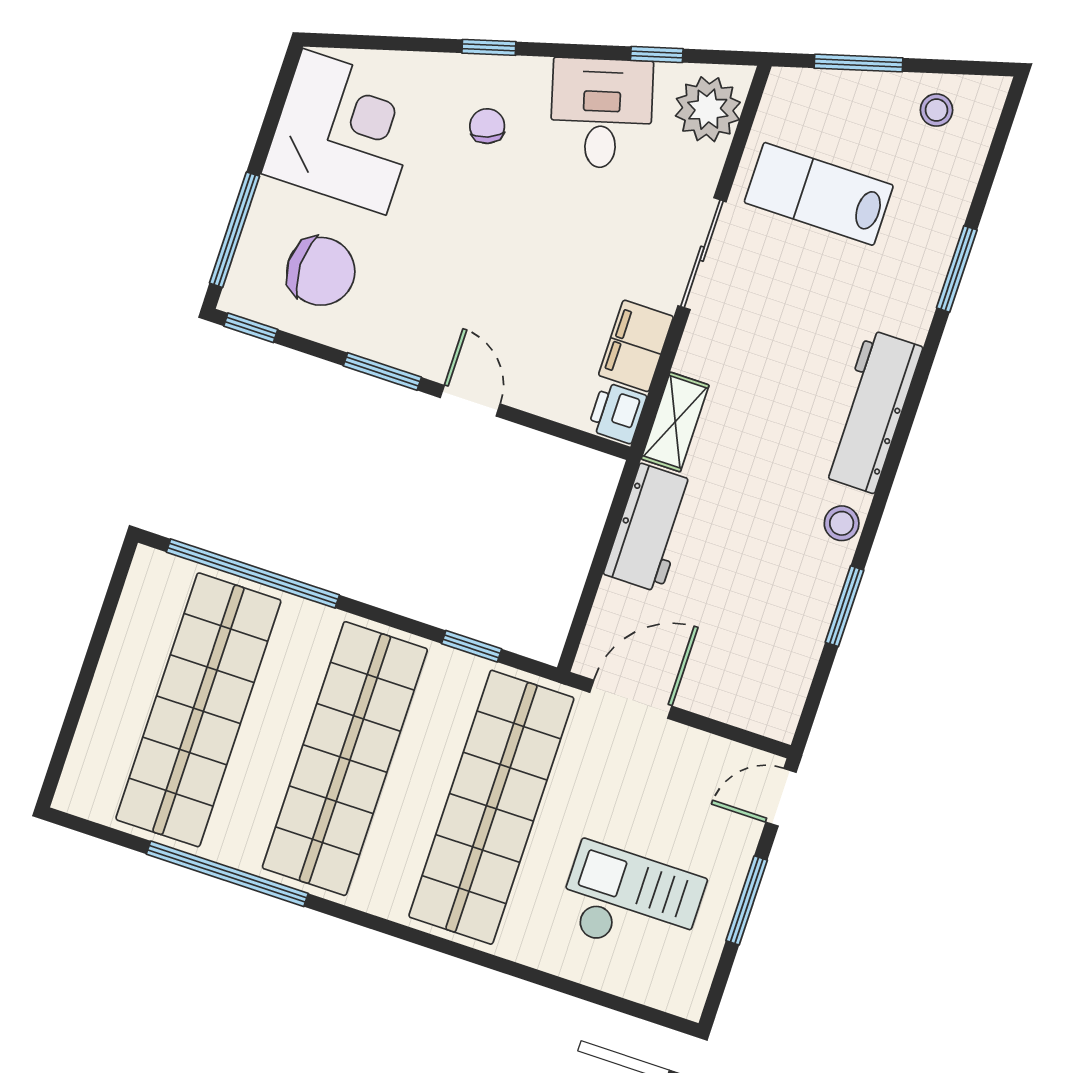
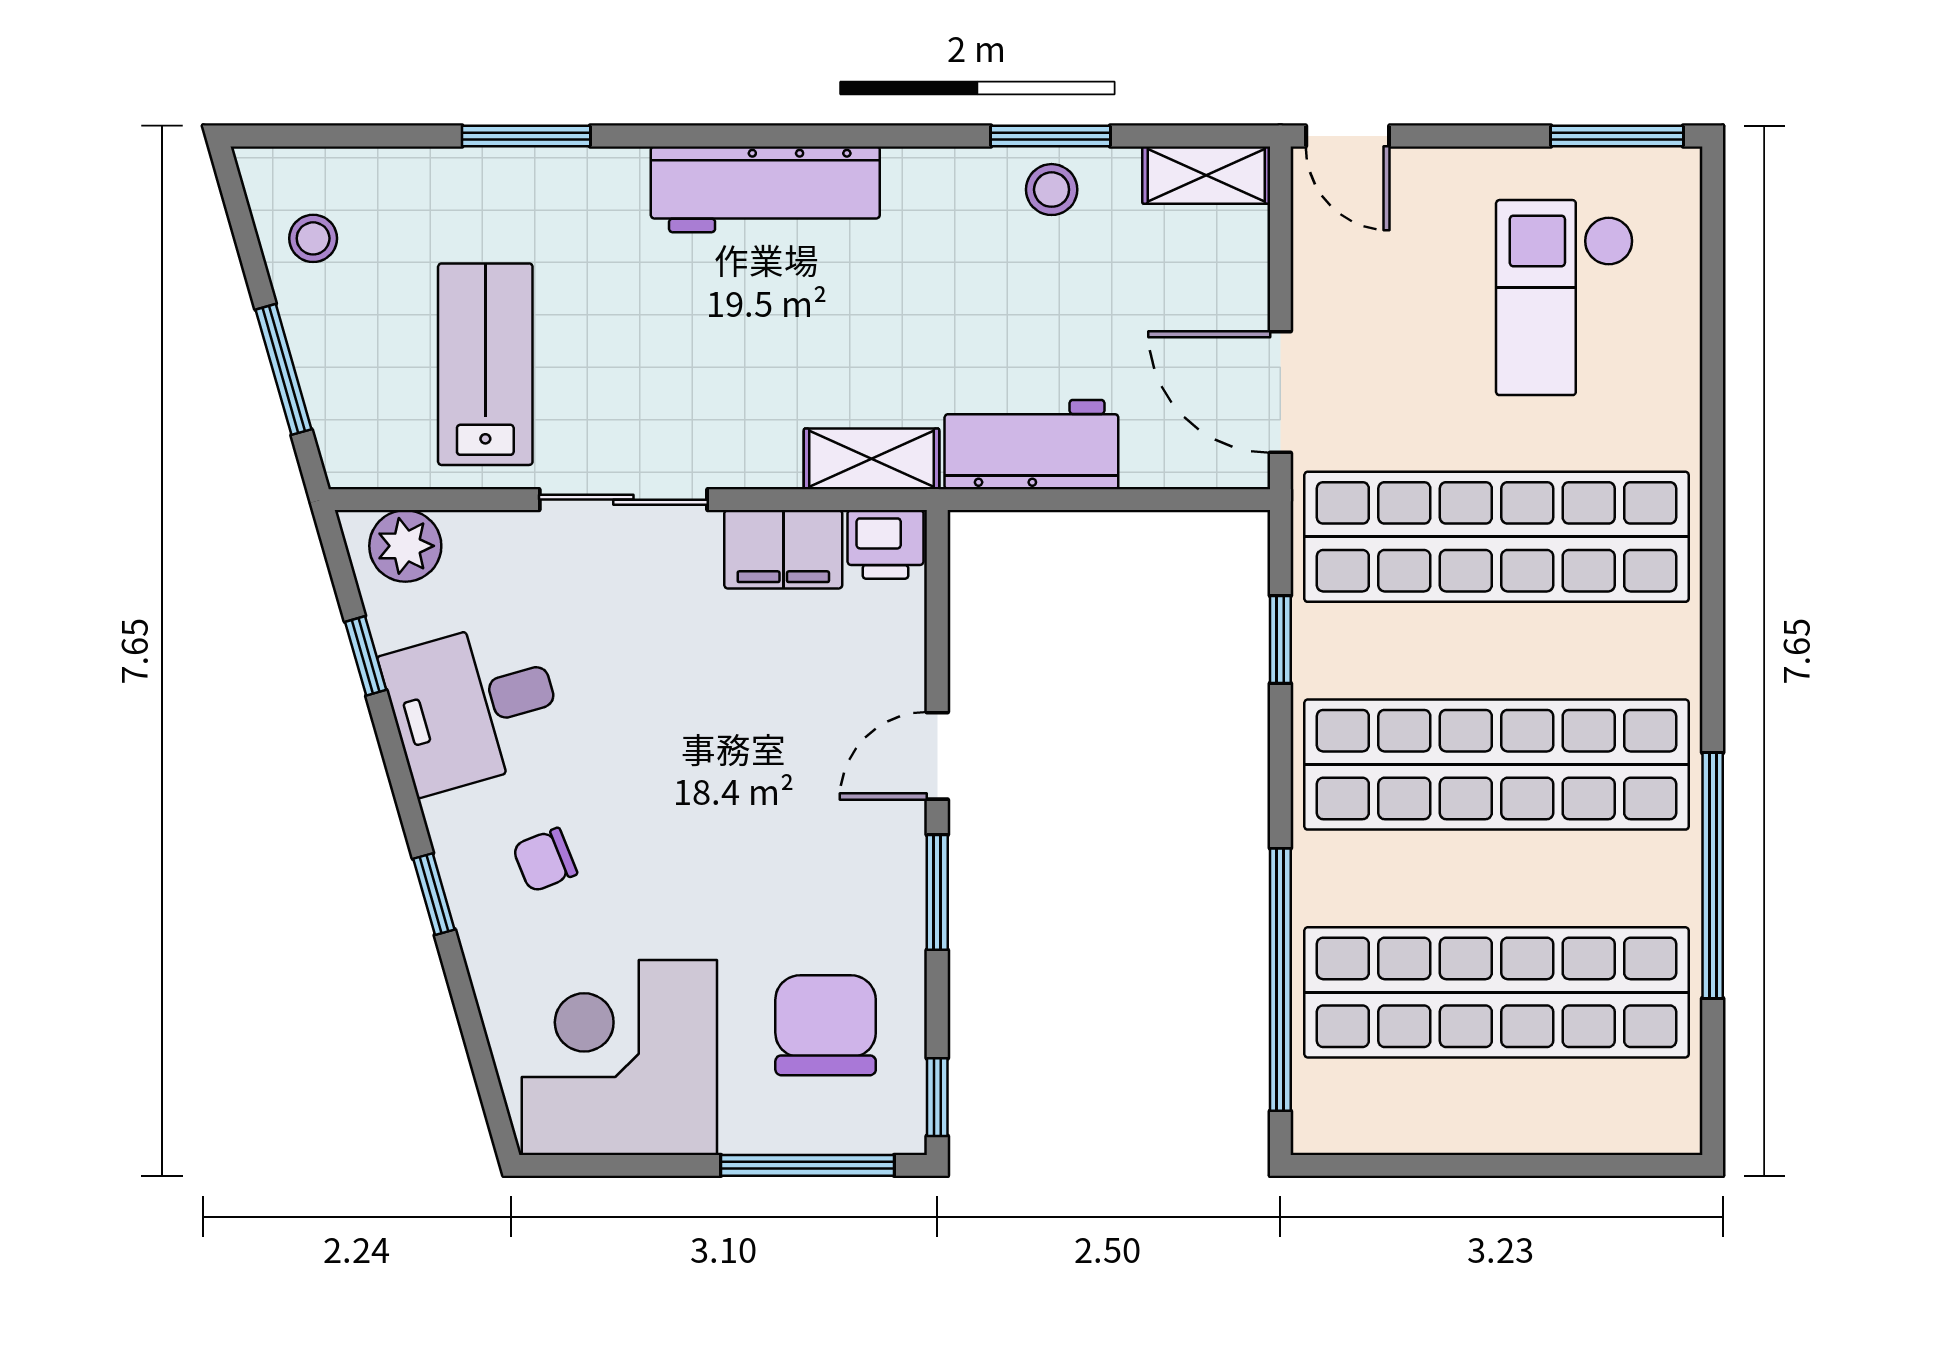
plant: (708, 109) -> (405, 546), width x0.73, depth x0.73
lab bench: (819, 194) -> (485, 364), turned 180
stool: (842, 523) -> (1052, 190), moved
shelving: (786, 698) -> (1206, 175), added
window: (747, 900) -> (1617, 136), moved

